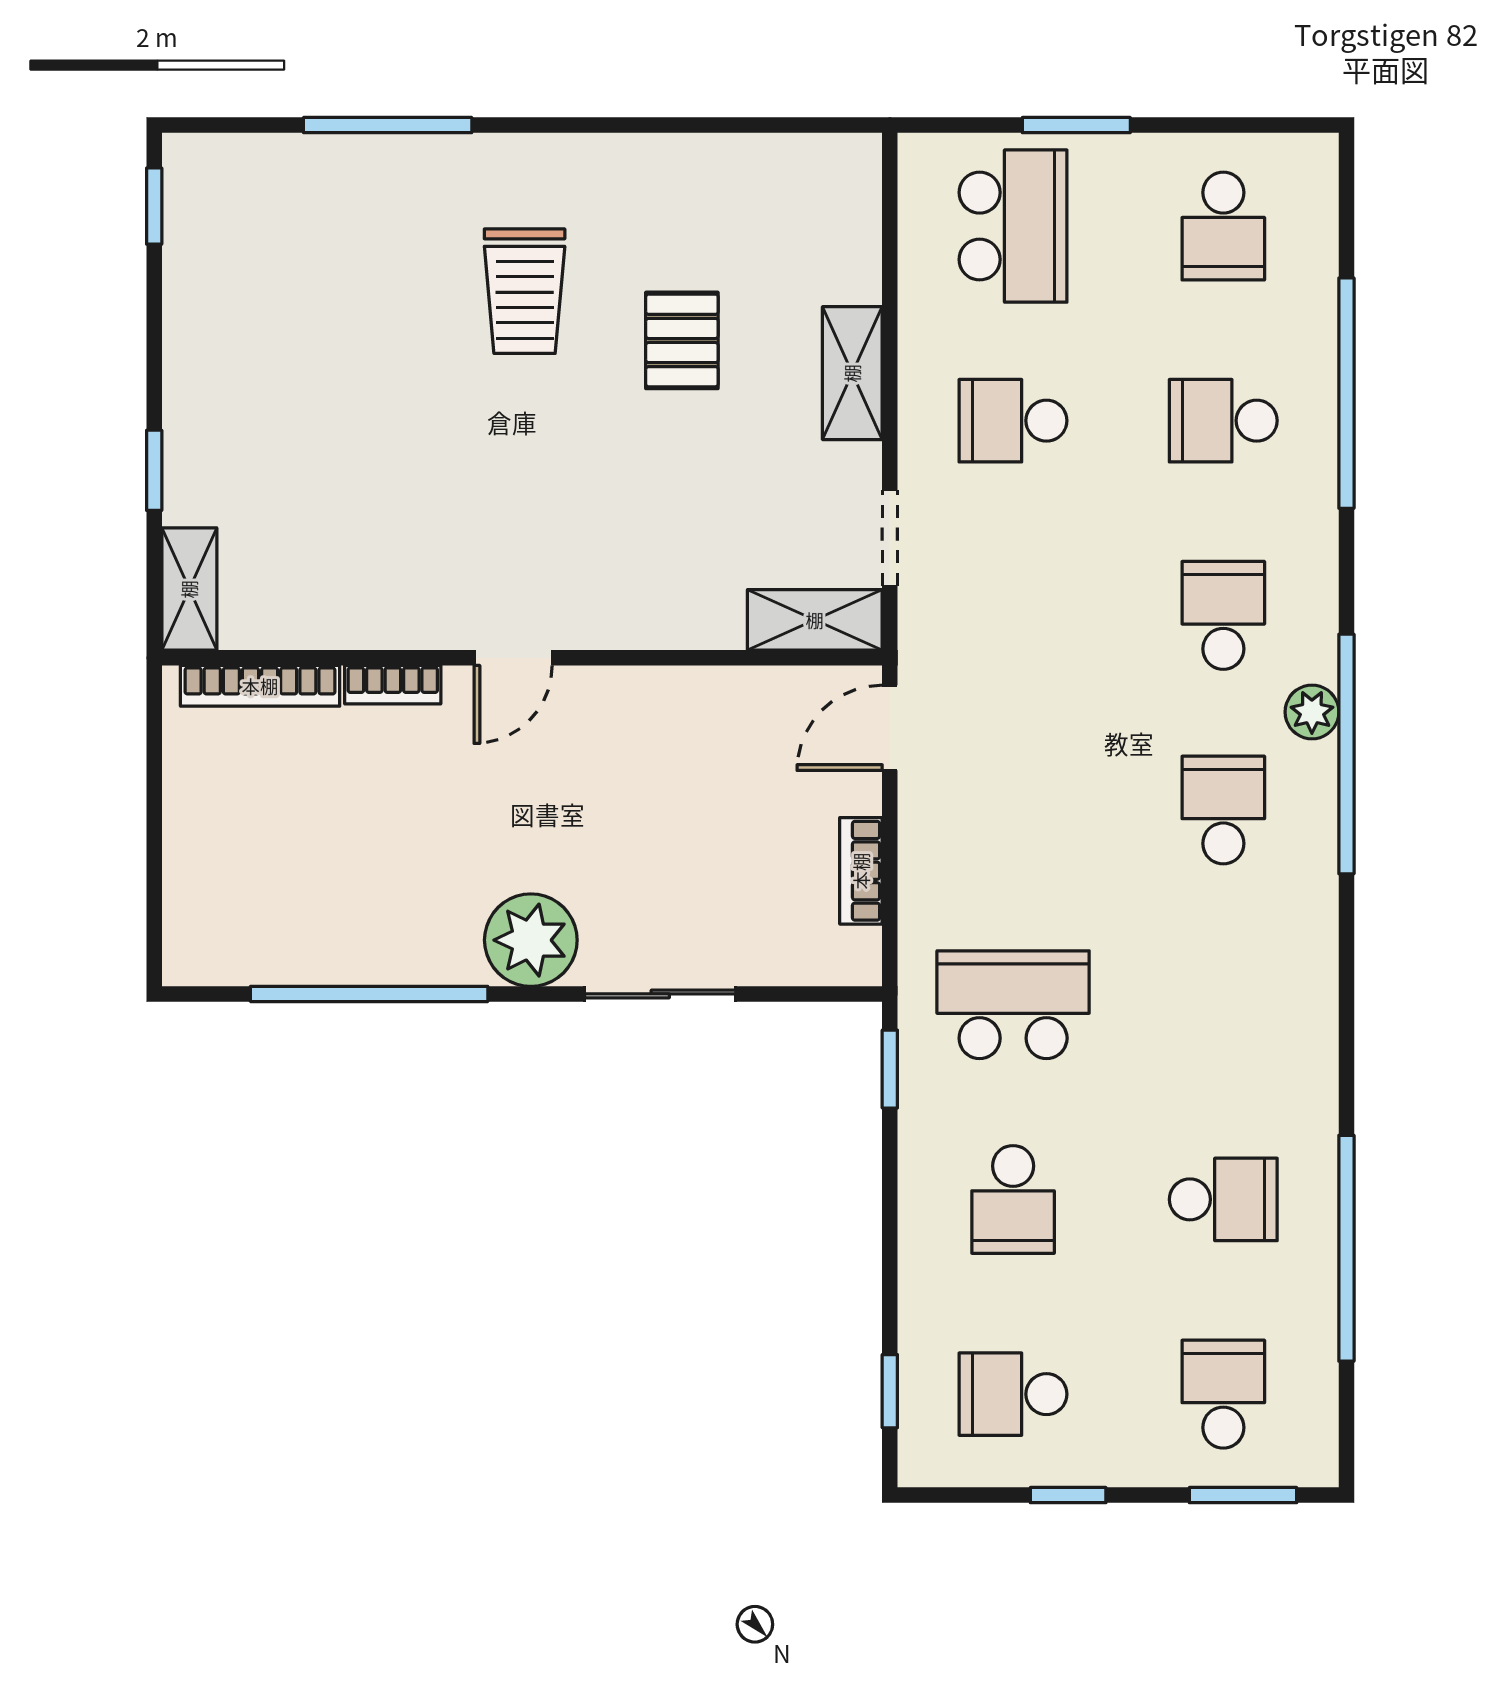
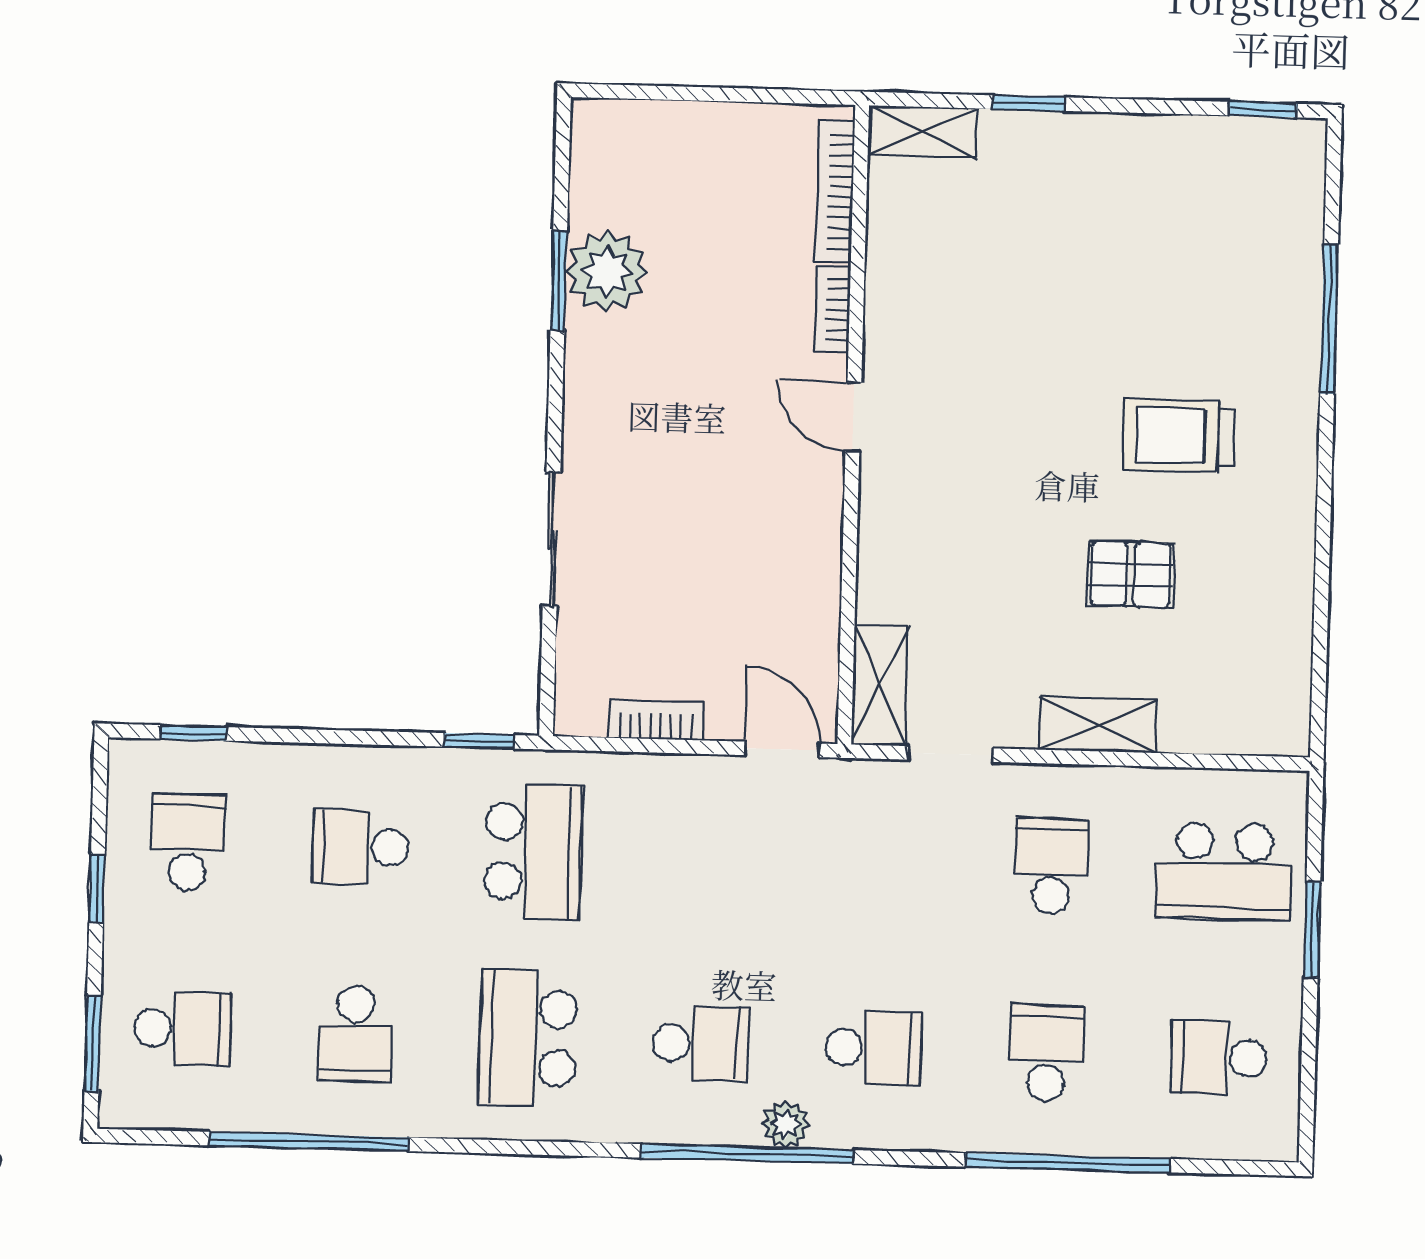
plant: (531, 940) -> (607, 271), moved
window: (369, 994) -> (559, 281), width x0.47
school desk: (1223, 1005) -> (528, 1038), added

